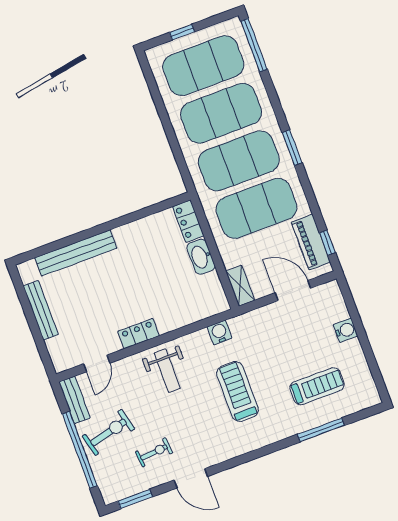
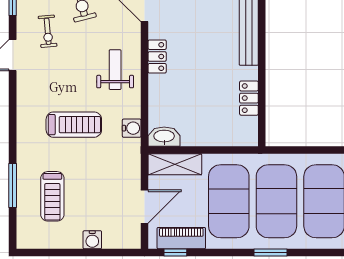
locker: (188, 221) -> (249, 98), moved, turned -90
washbasin: (201, 257) -> (164, 137), moved
shelving: (240, 286) -> (175, 164), width x1.50, depth x1.33
weight bench: (167, 371) -> (115, 70), turned 90

